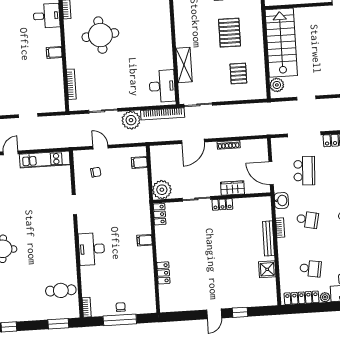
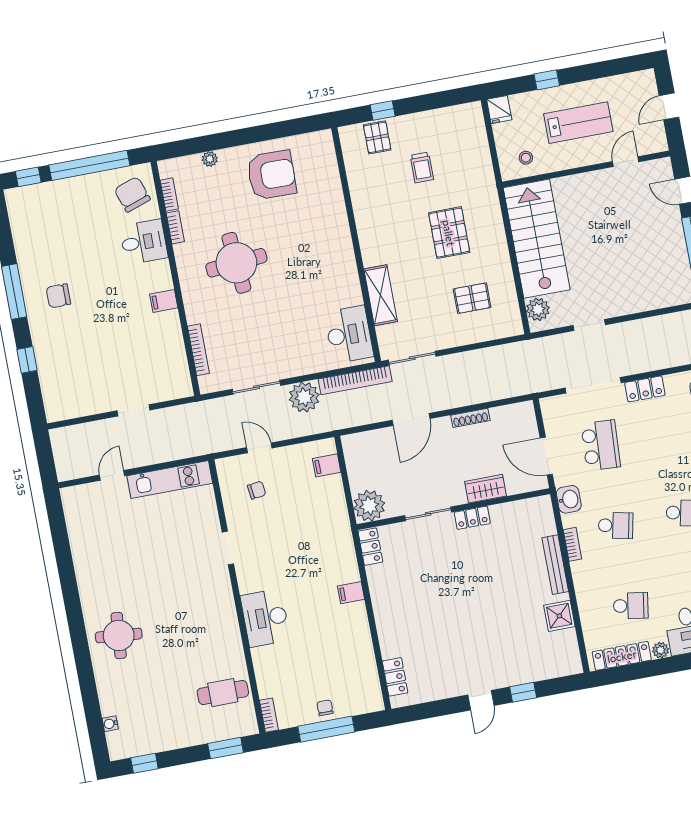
pallet: (238, 73) -> (472, 298), turned 90
locker: (163, 273) -> (395, 677), moved

